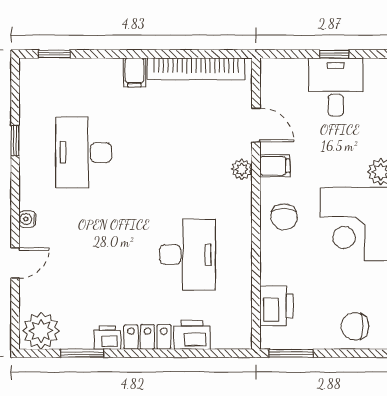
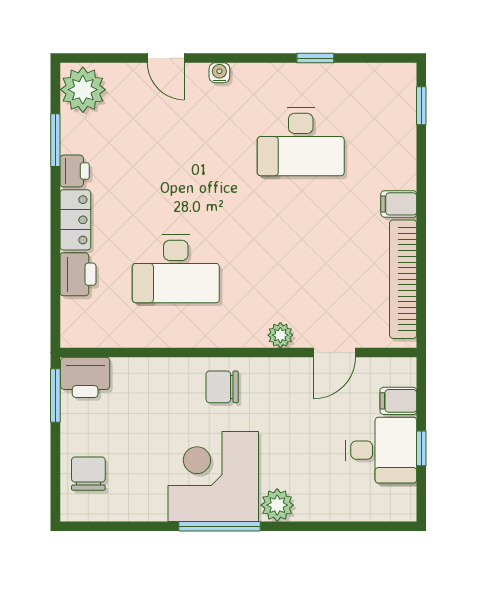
desk: (84, 153) -> (301, 142), turned 180
filing cabinet: (275, 166) -> (398, 401), moved, turned 90
printer: (276, 306) -> (85, 377), moved

